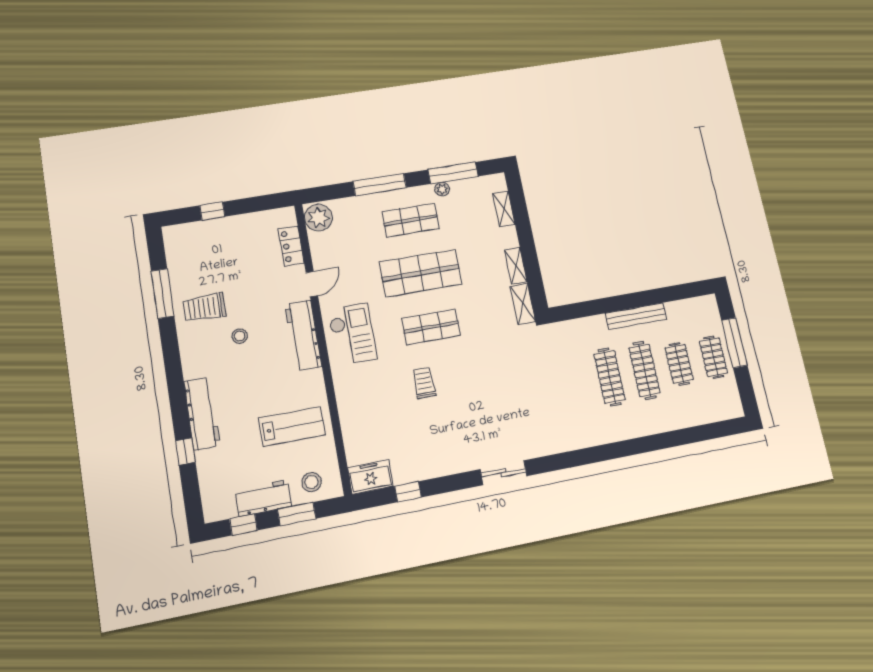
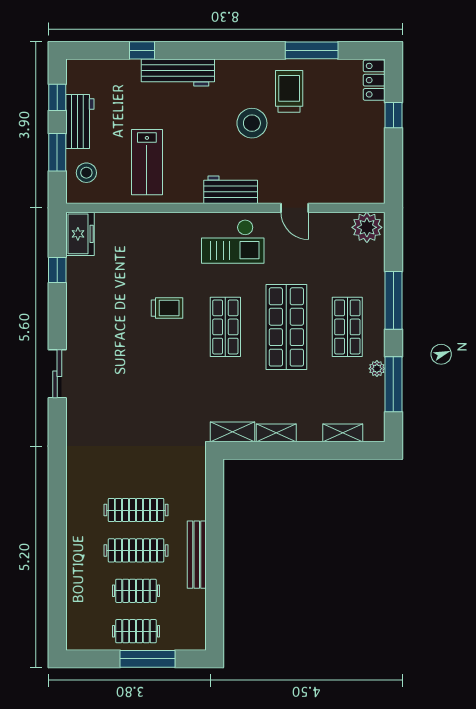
locker: (291, 246) -> (374, 80), moved, turned -90
workbench: (303, 335) -> (231, 190), width x0.73
stool: (240, 336) -> (252, 123), width x1.89, depth x1.89

